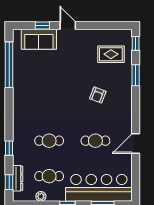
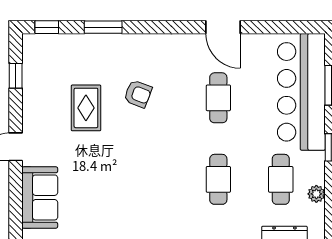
window: (42, 26) -> (16, 76), moved
rug: (111, 54) -> (86, 108), moved

